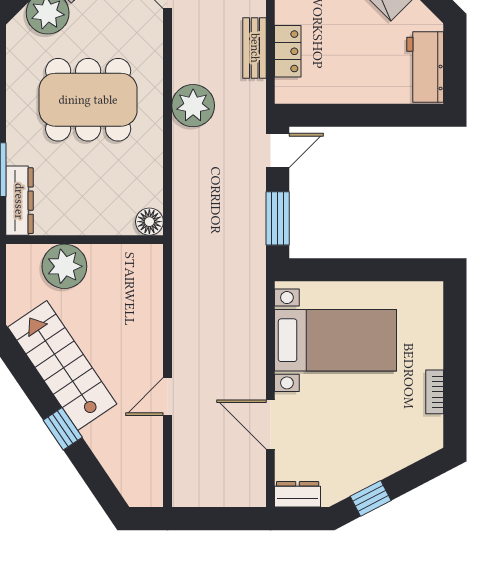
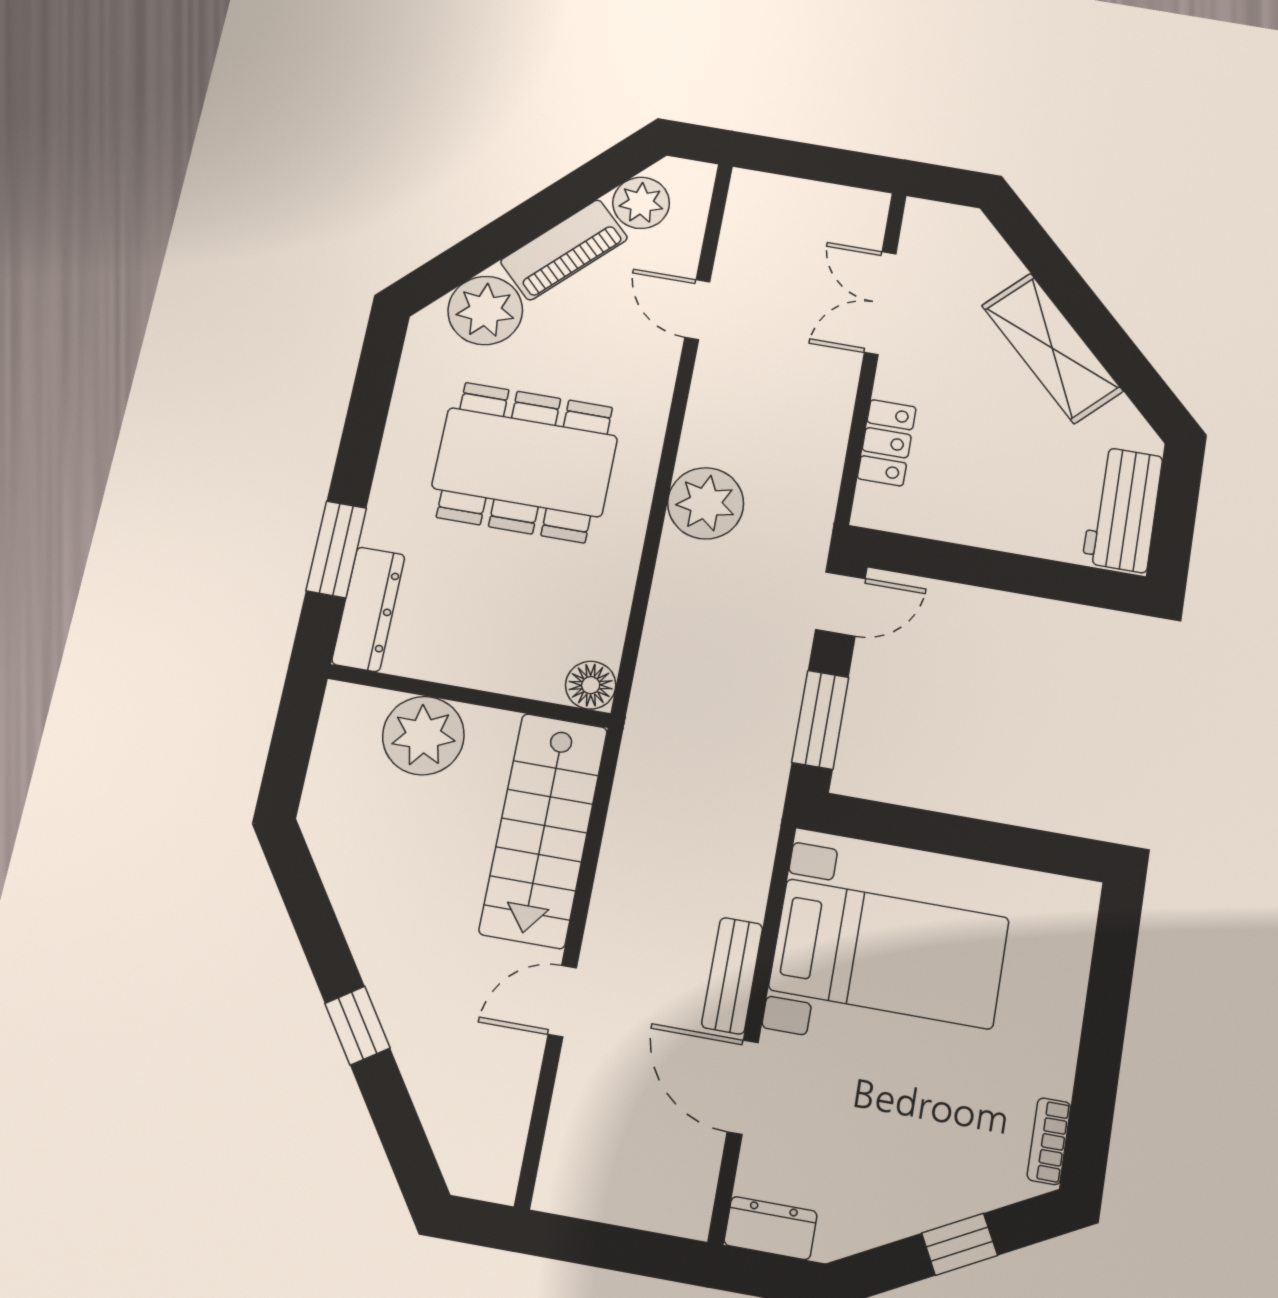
bench: (255, 48) -> (732, 976), moved
stairs: (62, 365) -> (543, 830), moved, turned -146
bookcase: (435, 392) -> (1049, 1141), moved
window: (371, 498) -> (960, 1244), moved

